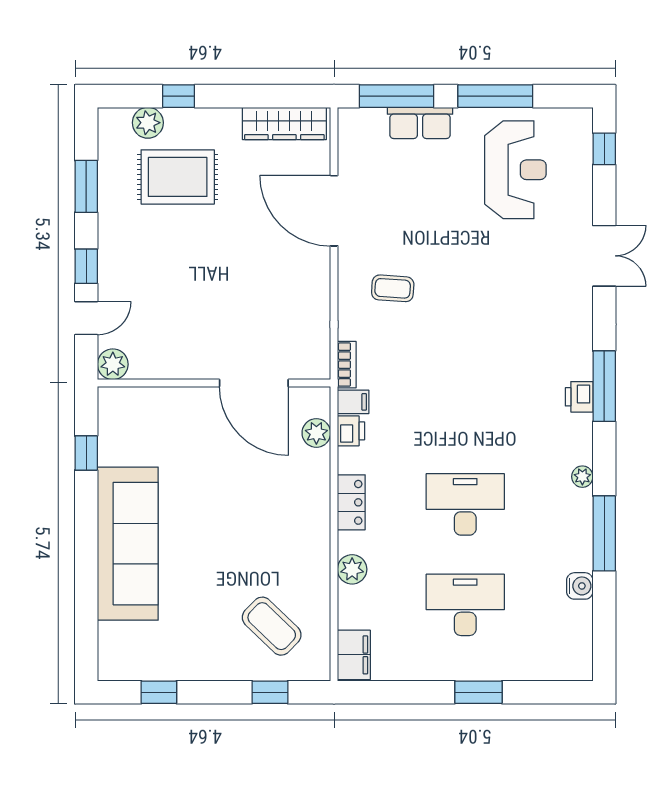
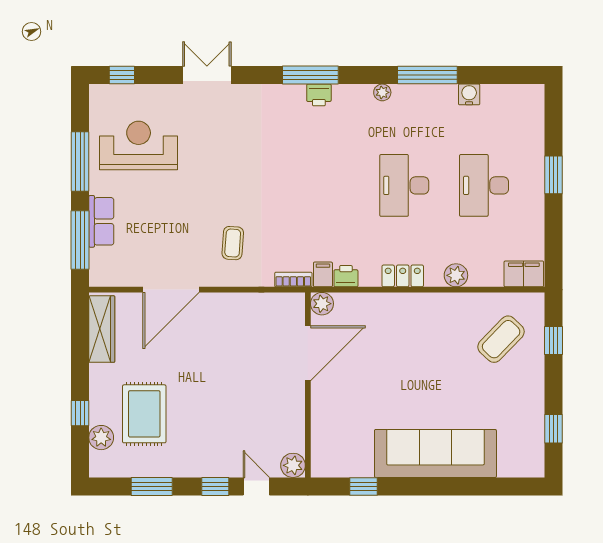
plant: (316, 433) -> (322, 304), moved

